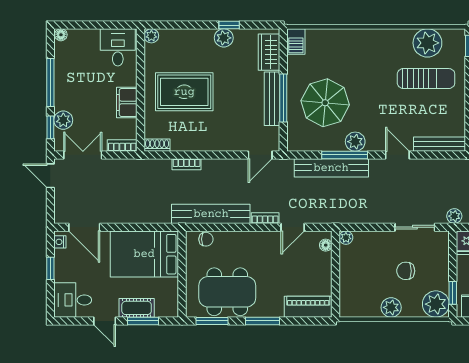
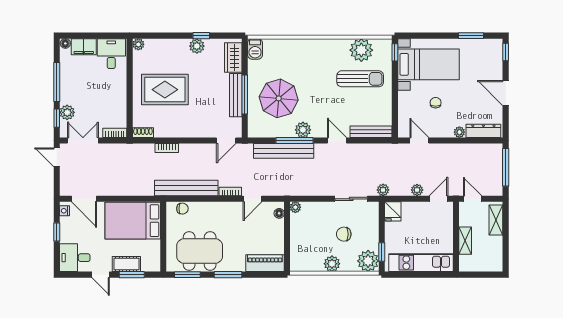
filing cabinet: (127, 102) -> (84, 47), moved, turned -90

